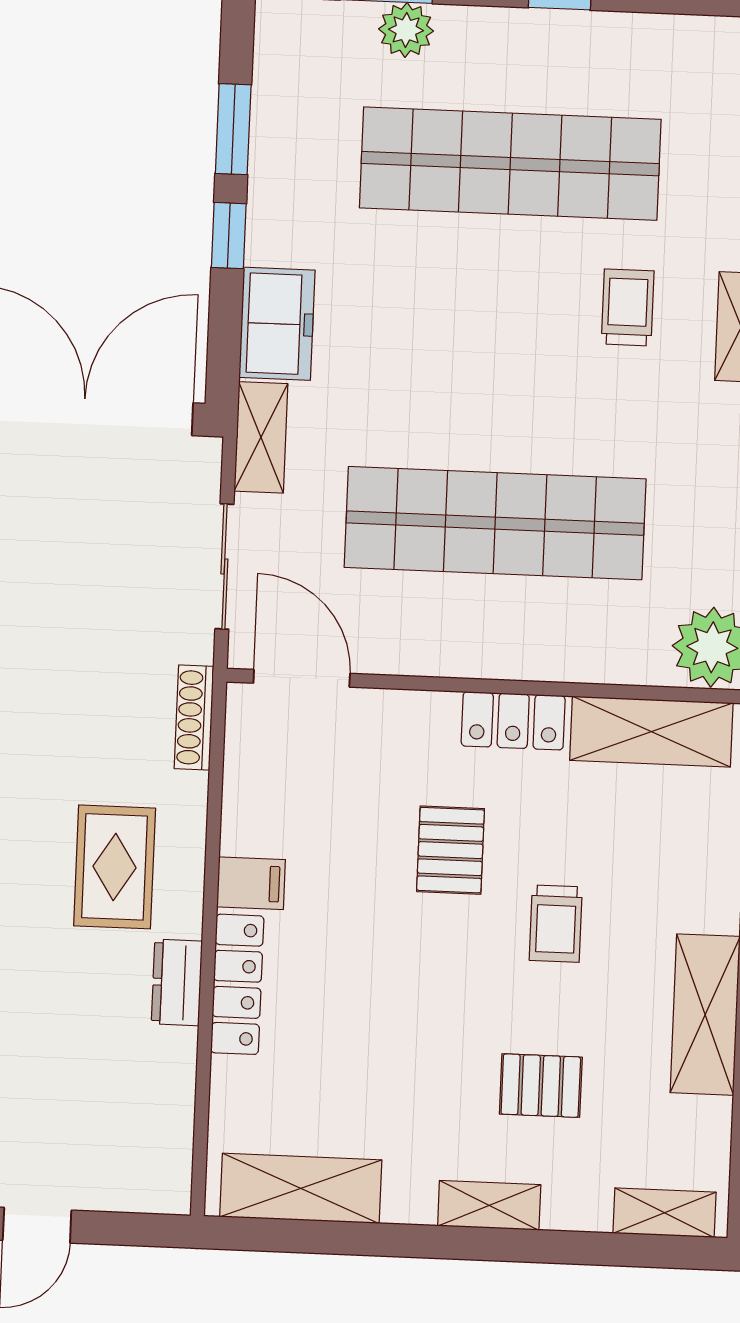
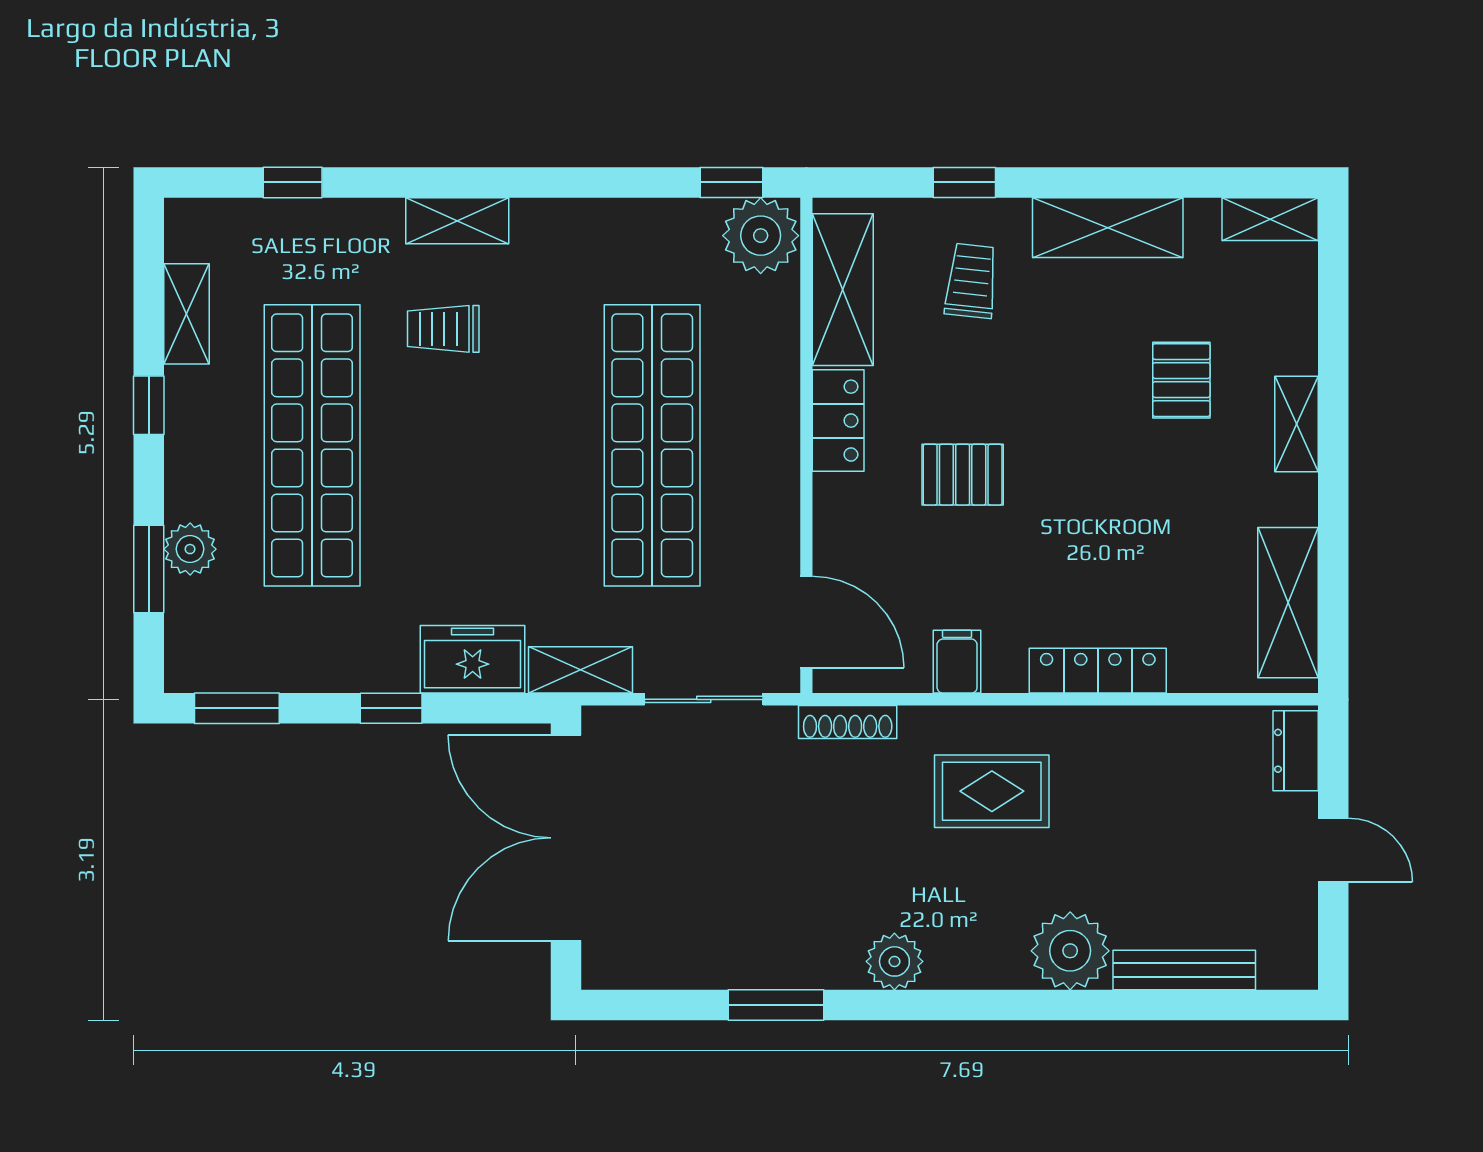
shelving: (655, 37) -> (187, 314), added
window: (233, 129) -> (237, 708), moved
door: (302, 678) -> (806, 622), swing flipped
filing cabinet: (251, 883) -> (957, 662), moved
trolley: (556, 924) -> (971, 281), moved, turned -84
dresser: (177, 982) -> (1296, 751), moved, turned 90
shelving: (664, 1213) -> (1270, 219), moved, turned 90

